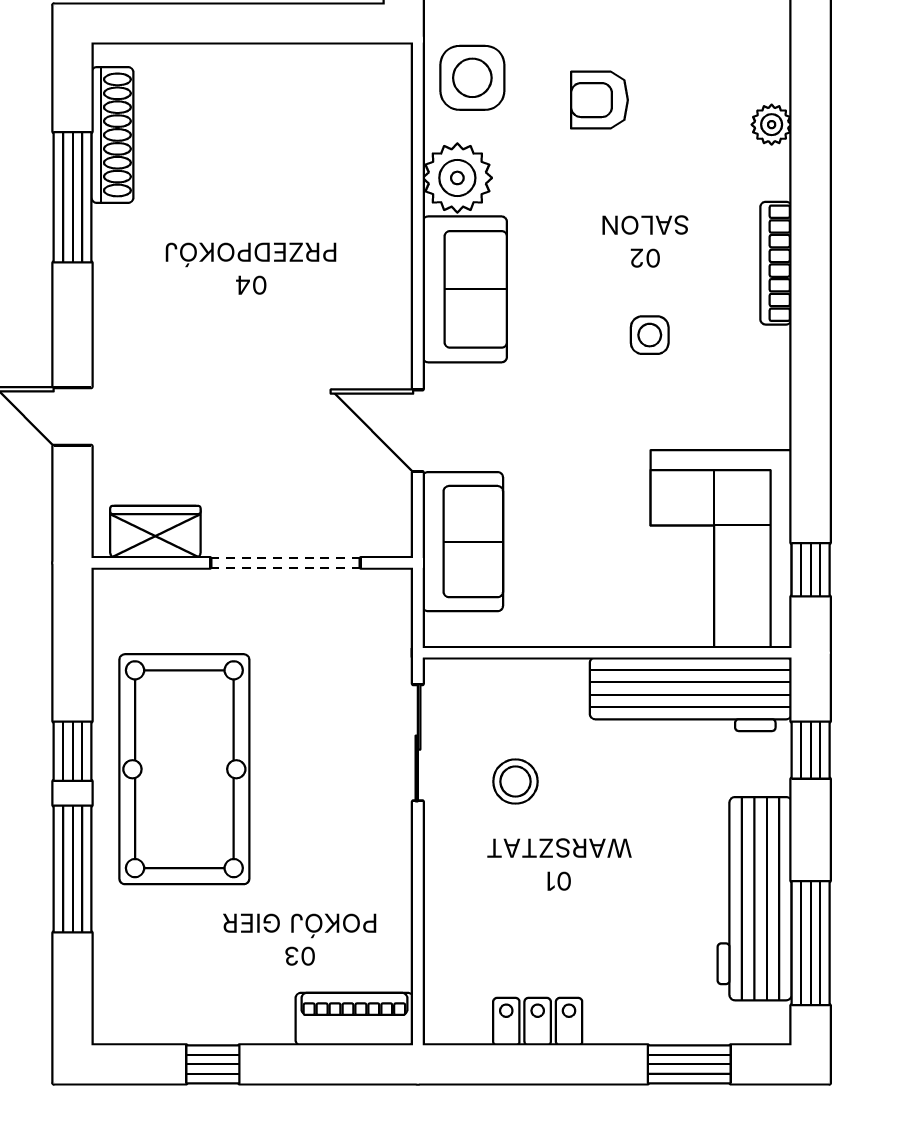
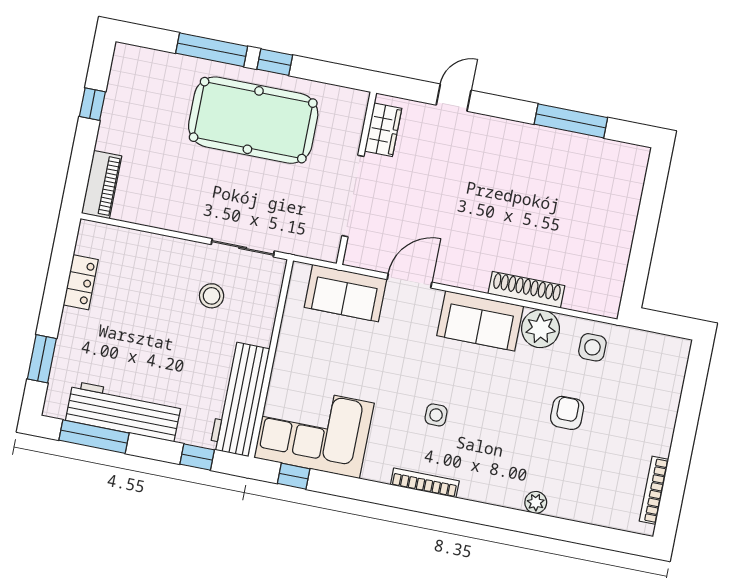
side table: (472, 78) -> (592, 347), width x0.73, depth x0.73
shoe rack: (112, 135) -> (526, 290), moved, turned 180
bookcase: (776, 263) -> (425, 483), moved

